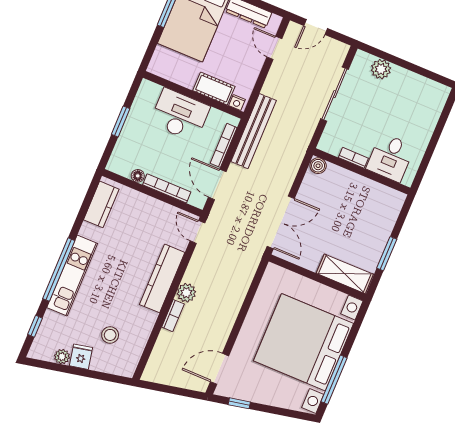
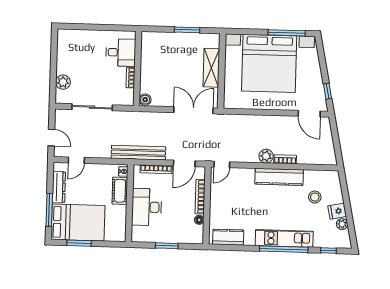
shelving: (345, 274) -> (211, 68), moved
kitchen counter: (162, 278) -> (279, 177), moved

